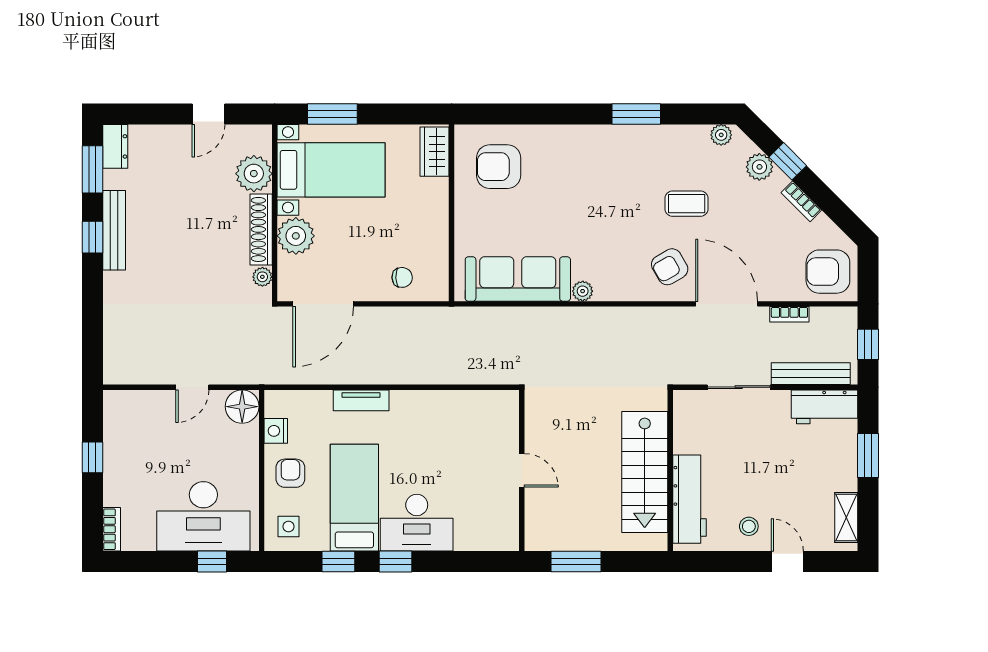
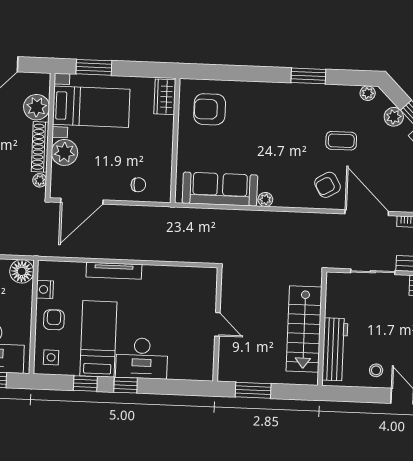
tv unit: (361, 400) -> (114, 271), width x1.41

